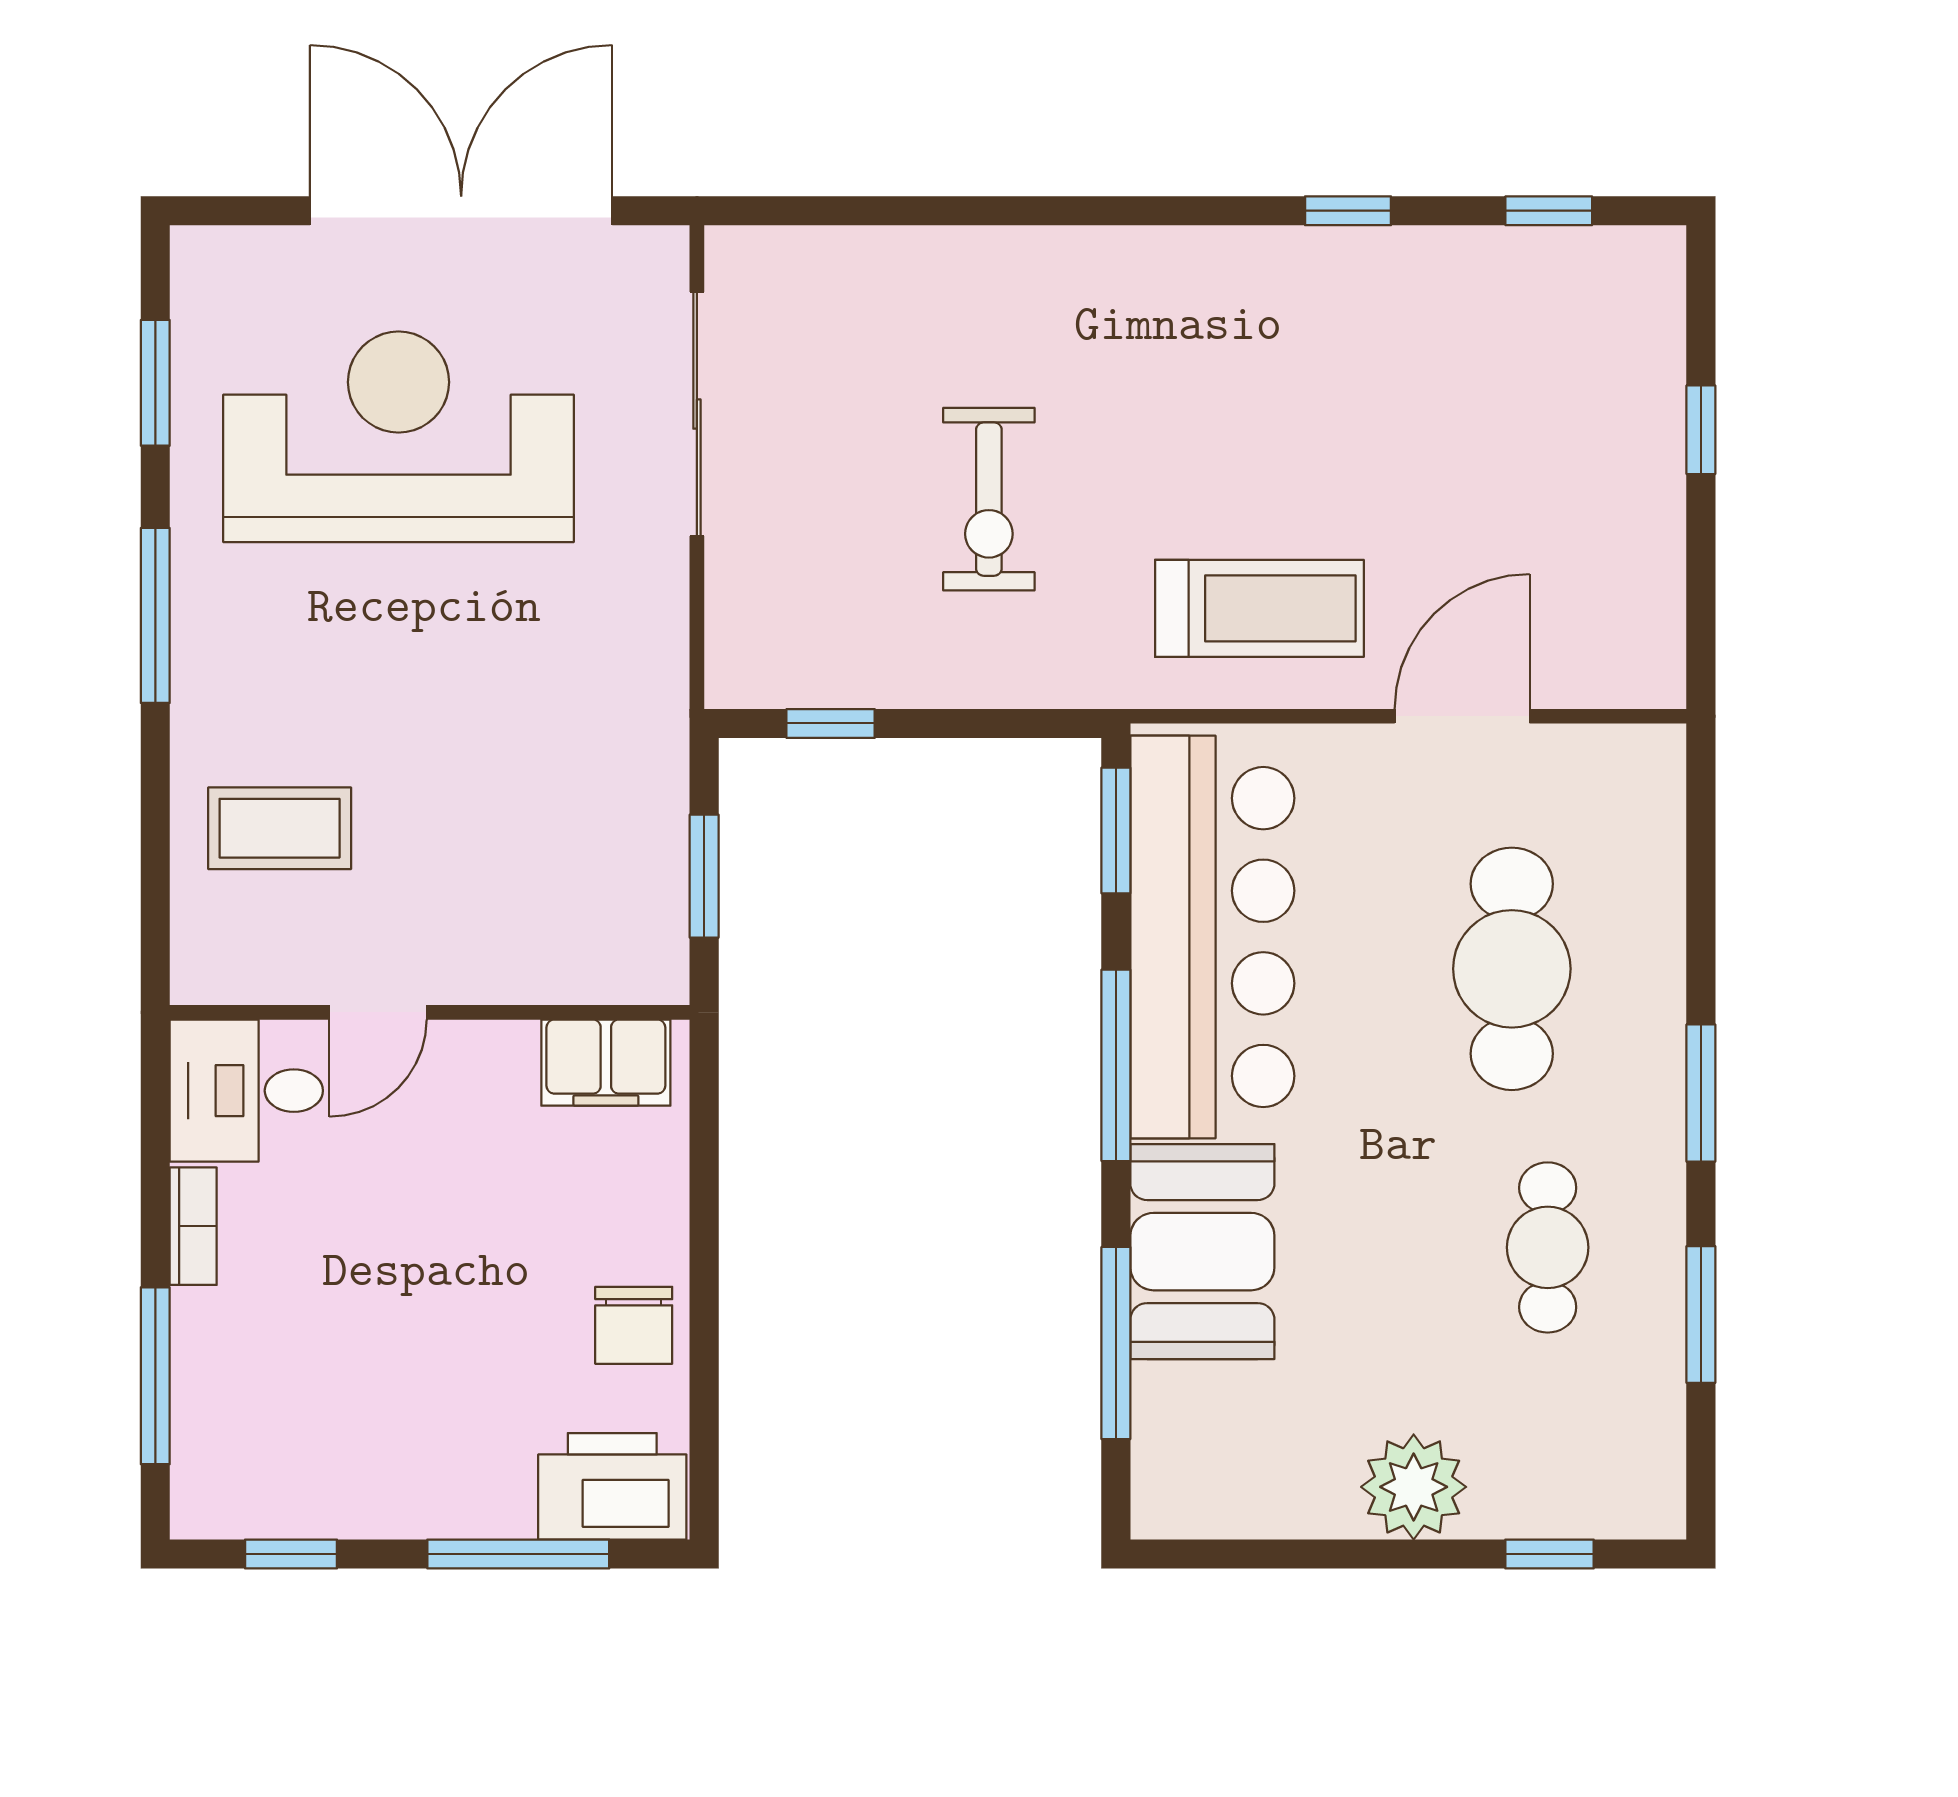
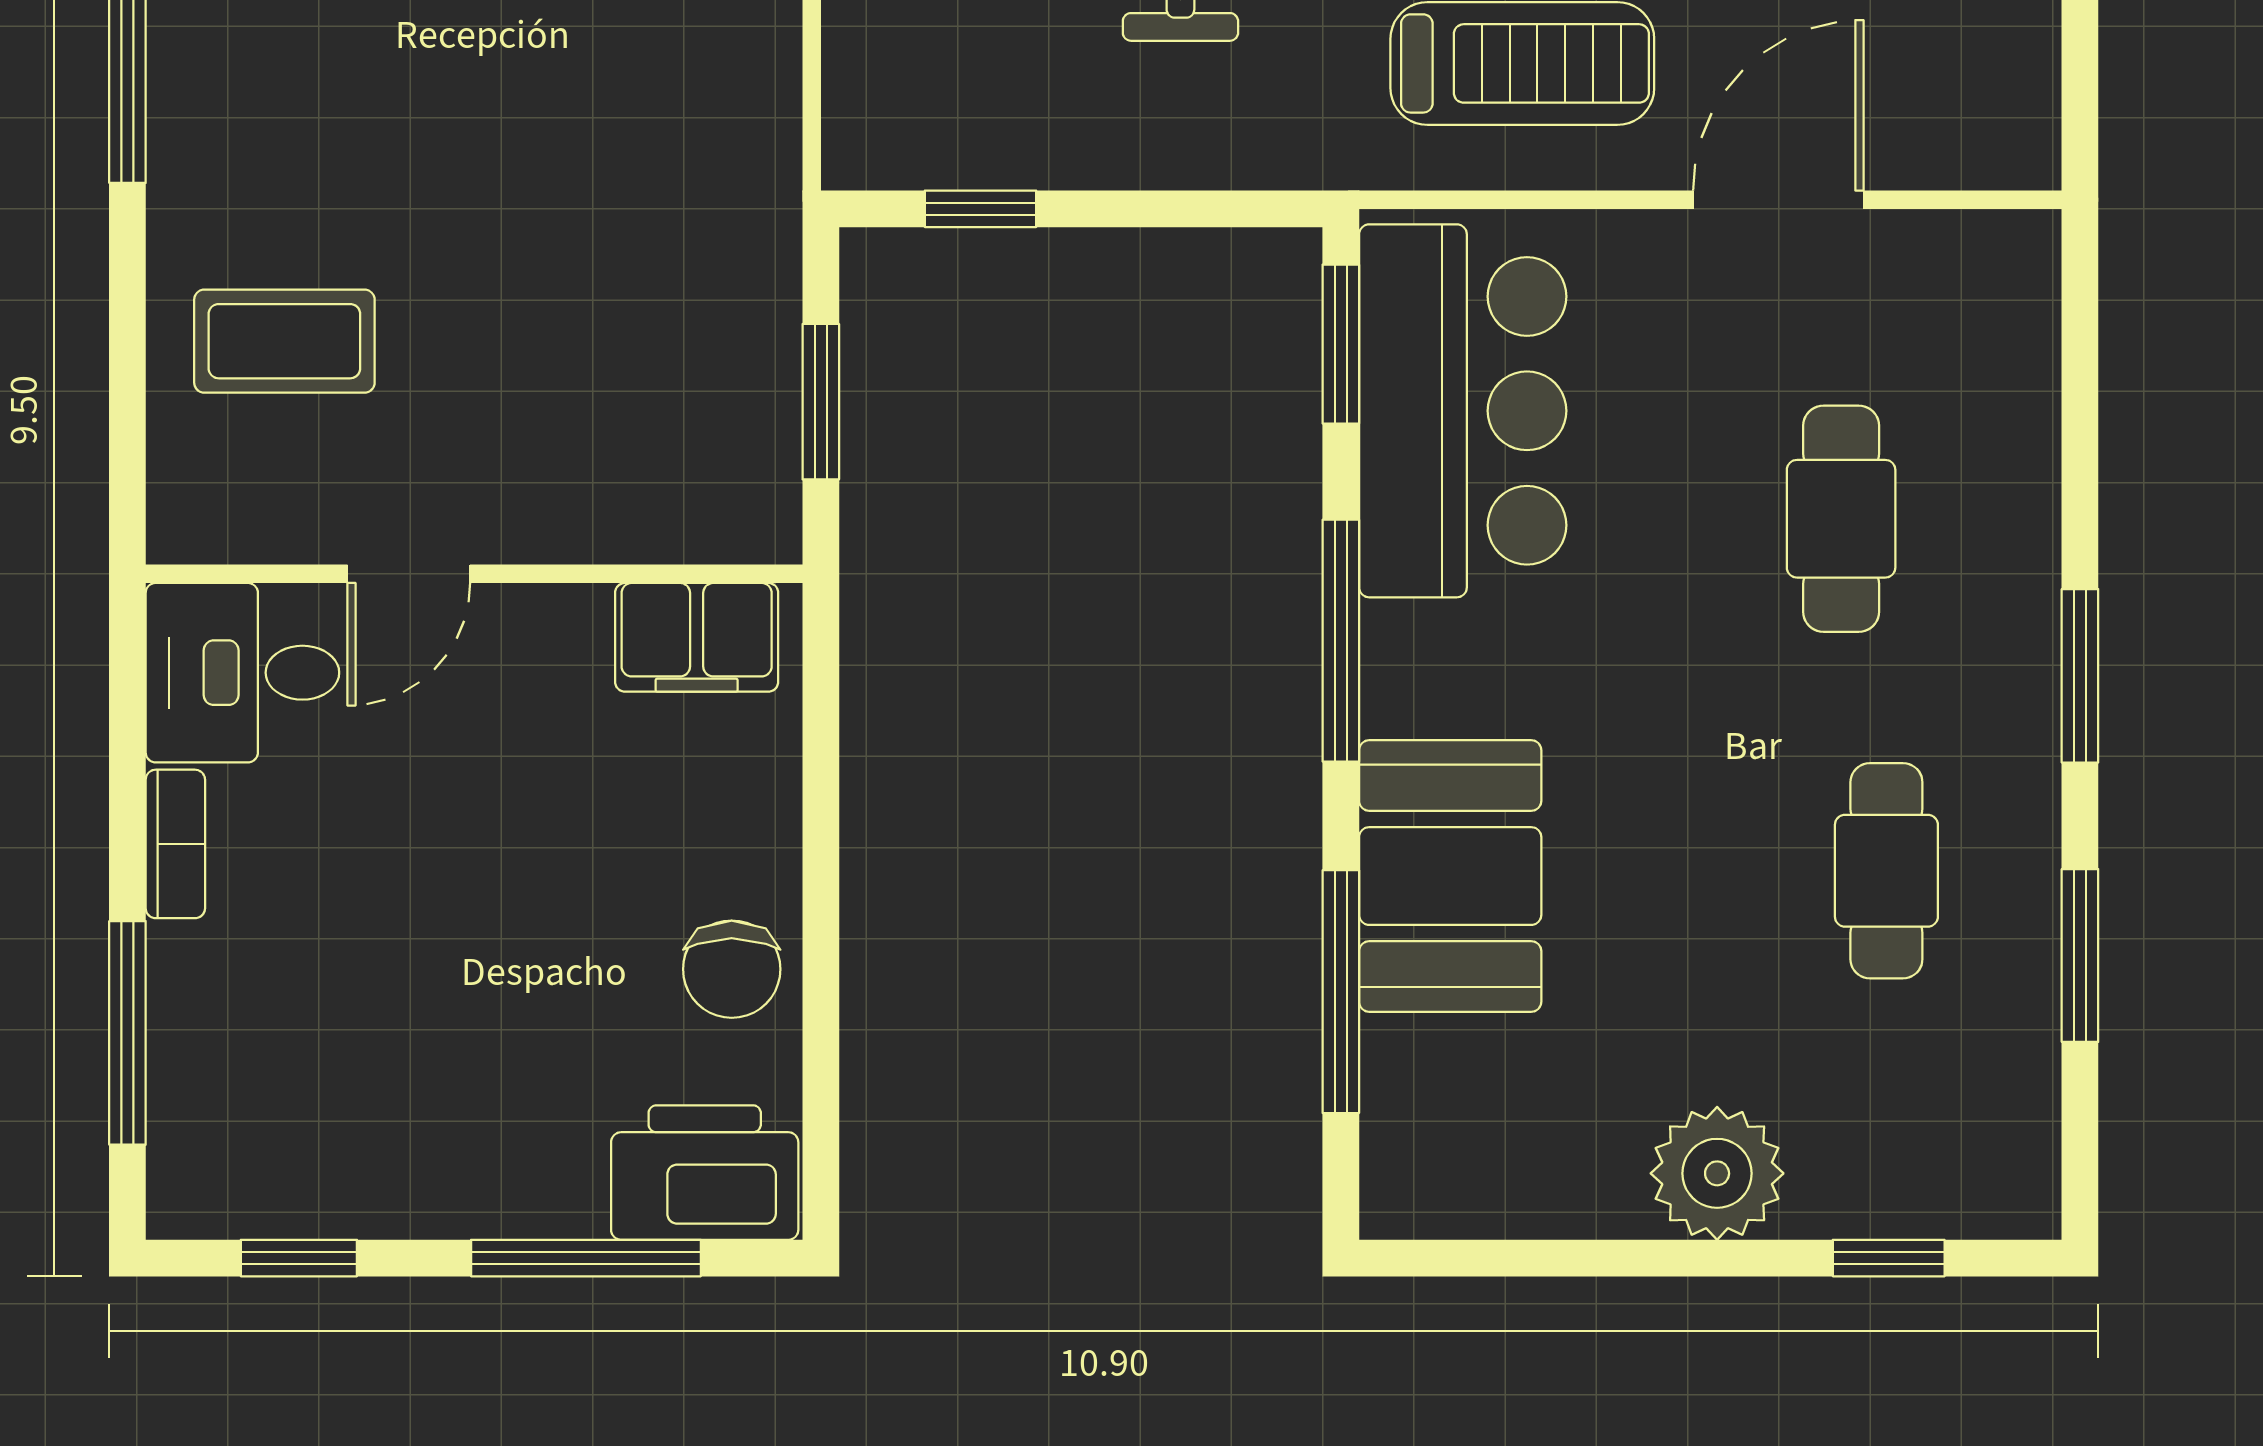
bar counter: (1212, 937) -> (1463, 411), width x0.73
cafe table: (1512, 969) -> (1841, 519), width x0.73, depth x0.74

